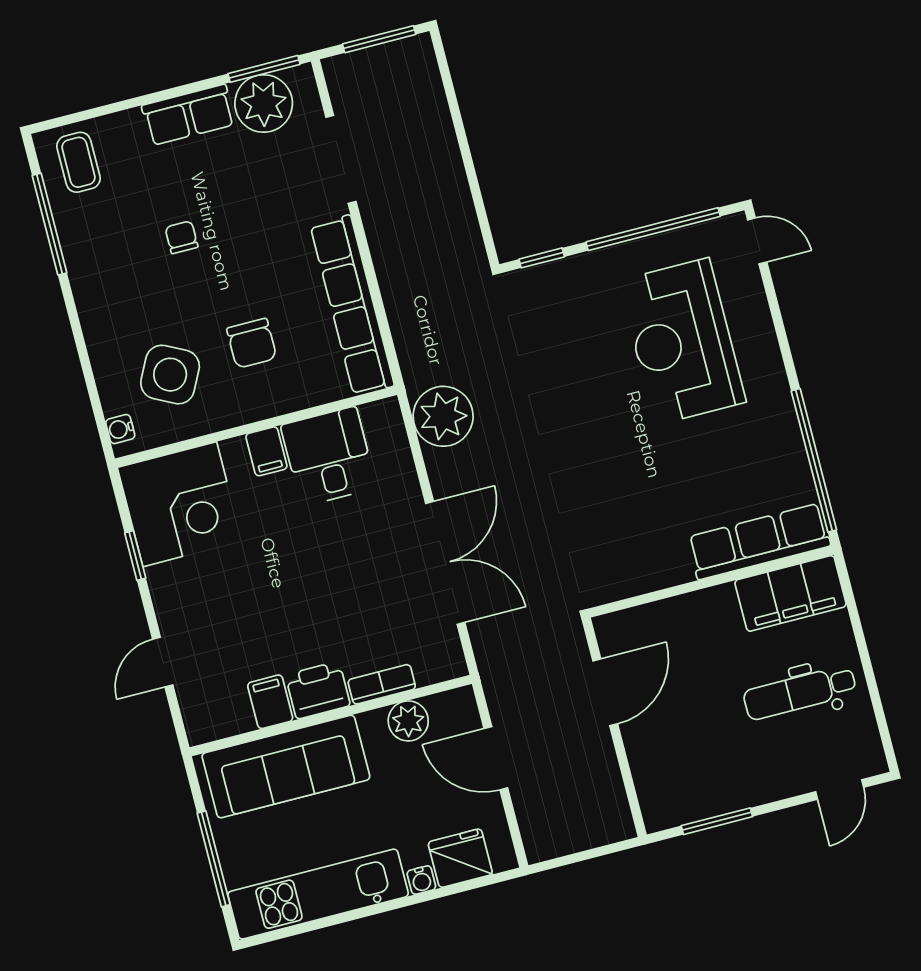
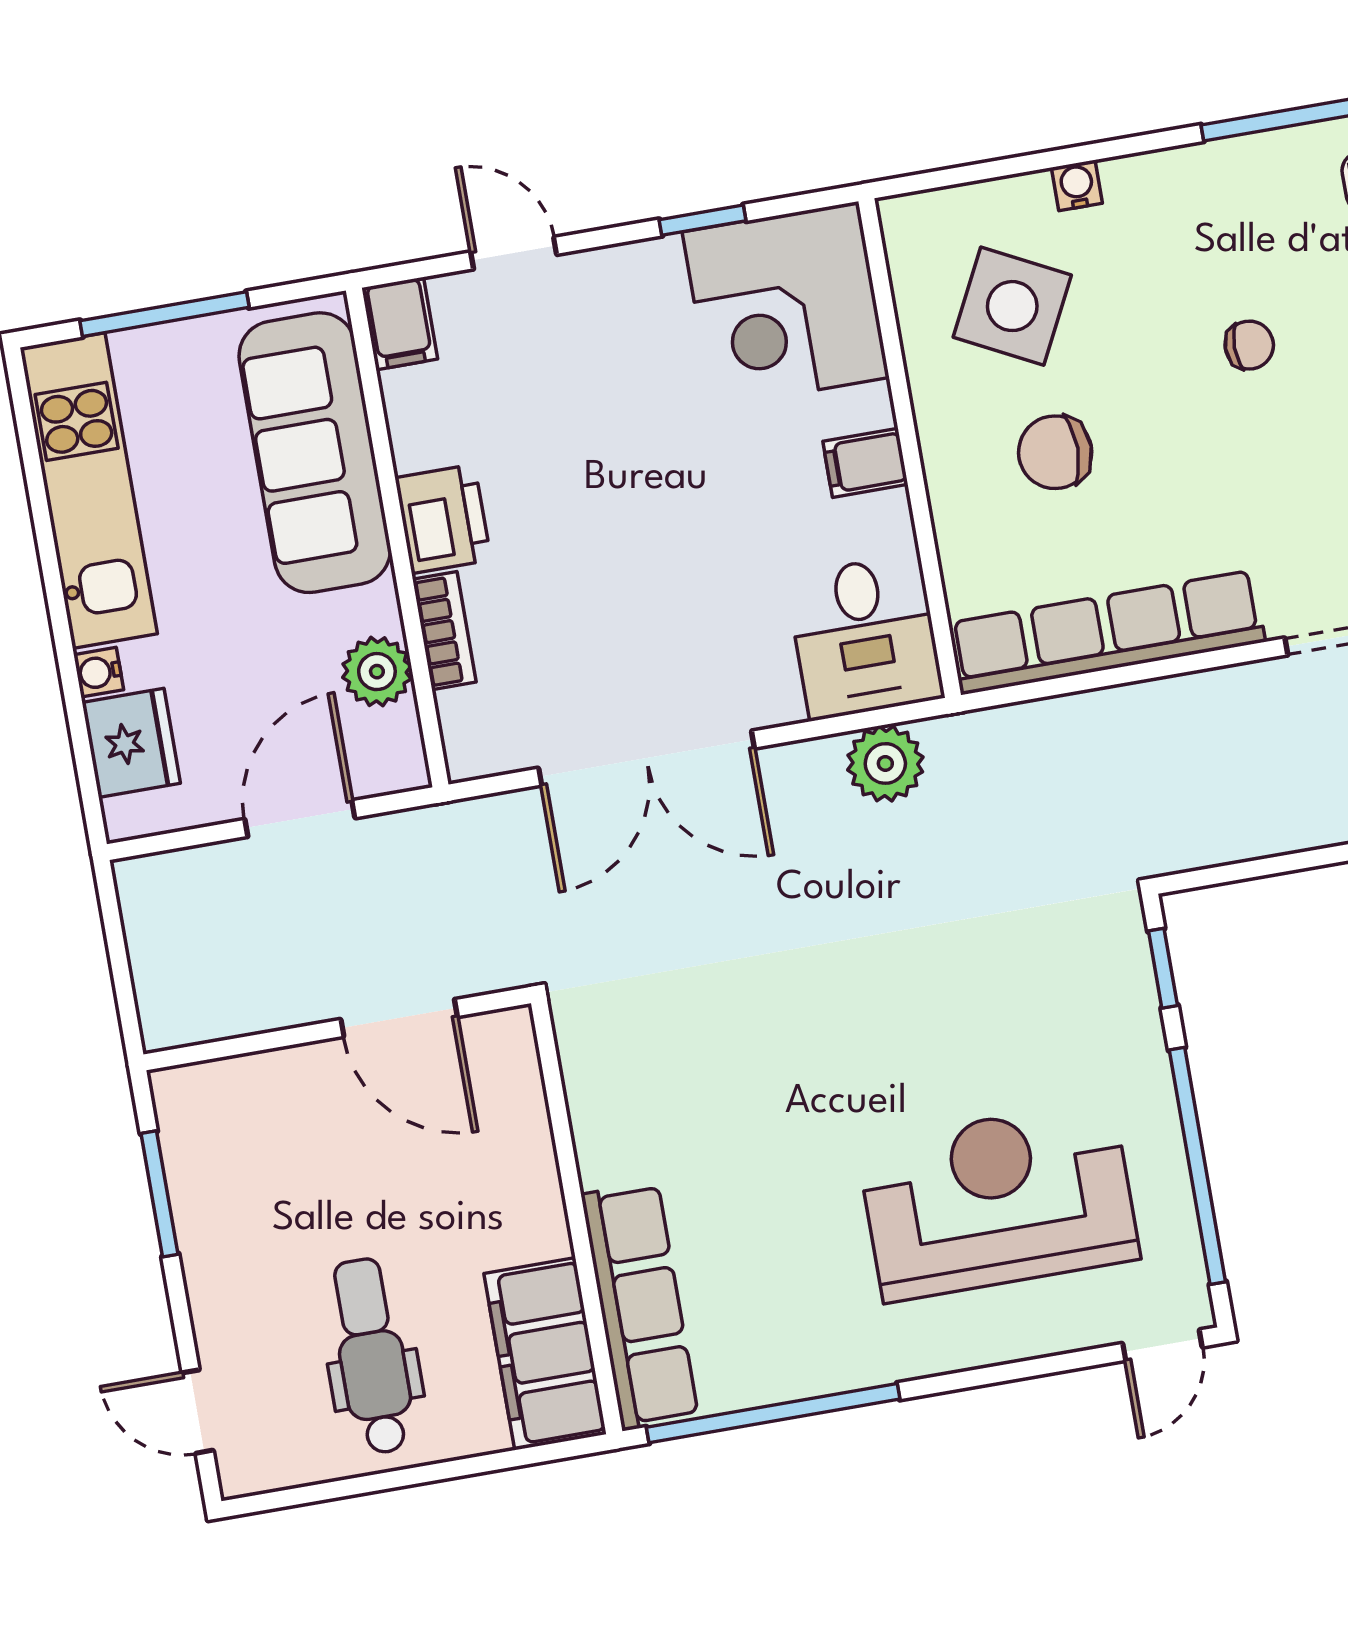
plant: (443, 416) -> (885, 763), width x0.73, depth x0.73
water cooler: (120, 429) -> (1077, 185), moved
desk: (329, 456) -> (865, 637), moved, turned 90
filing cabinet: (270, 702) -> (400, 324), moved, turned 90

